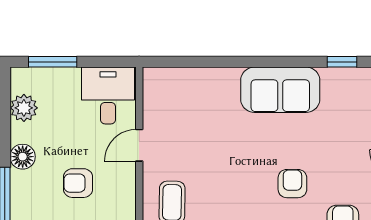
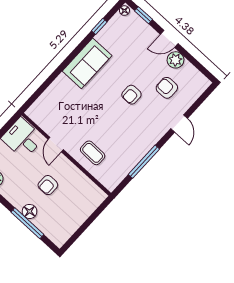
floor lamp: (23, 157) -> (30, 211), moved
armchair: (292, 184) -> (131, 95), turned -90

